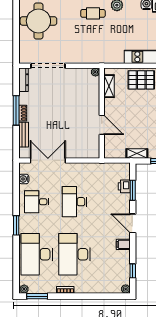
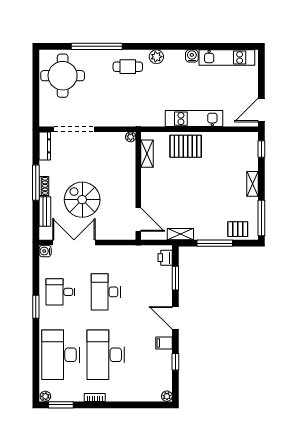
spiral stairs: (55, 125) -> (82, 200), added
door: (102, 125) -> (138, 220), moved
water cooler: (24, 179) -> (45, 251), moved
printer: (124, 186) -> (165, 258), moved
window: (16, 225) -> (36, 307), moved
window: (133, 271) -> (175, 362), moved

